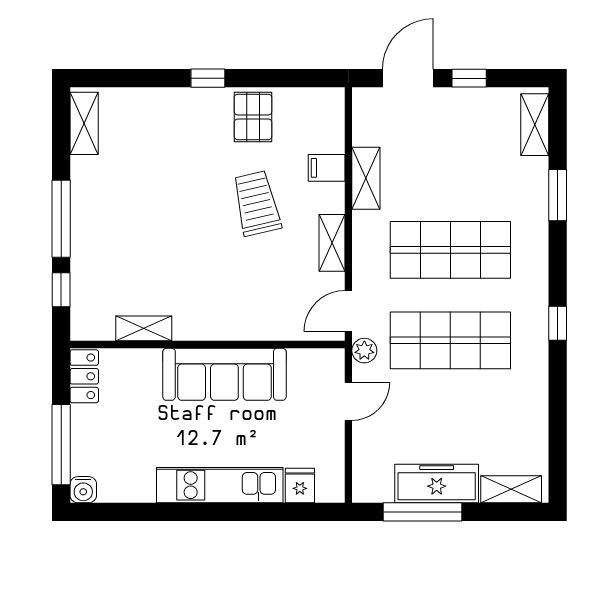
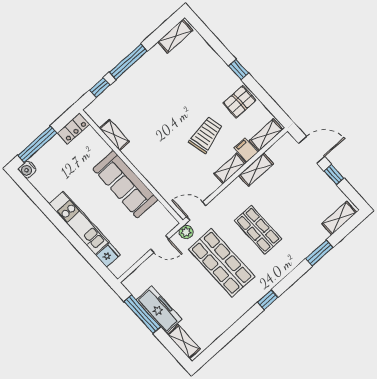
shelving: (331, 122) -> (266, 135), added
shelving: (332, 243) -> (230, 168), moved
shop shelf: (450, 250) -> (258, 230), width x0.70, depth x0.74

